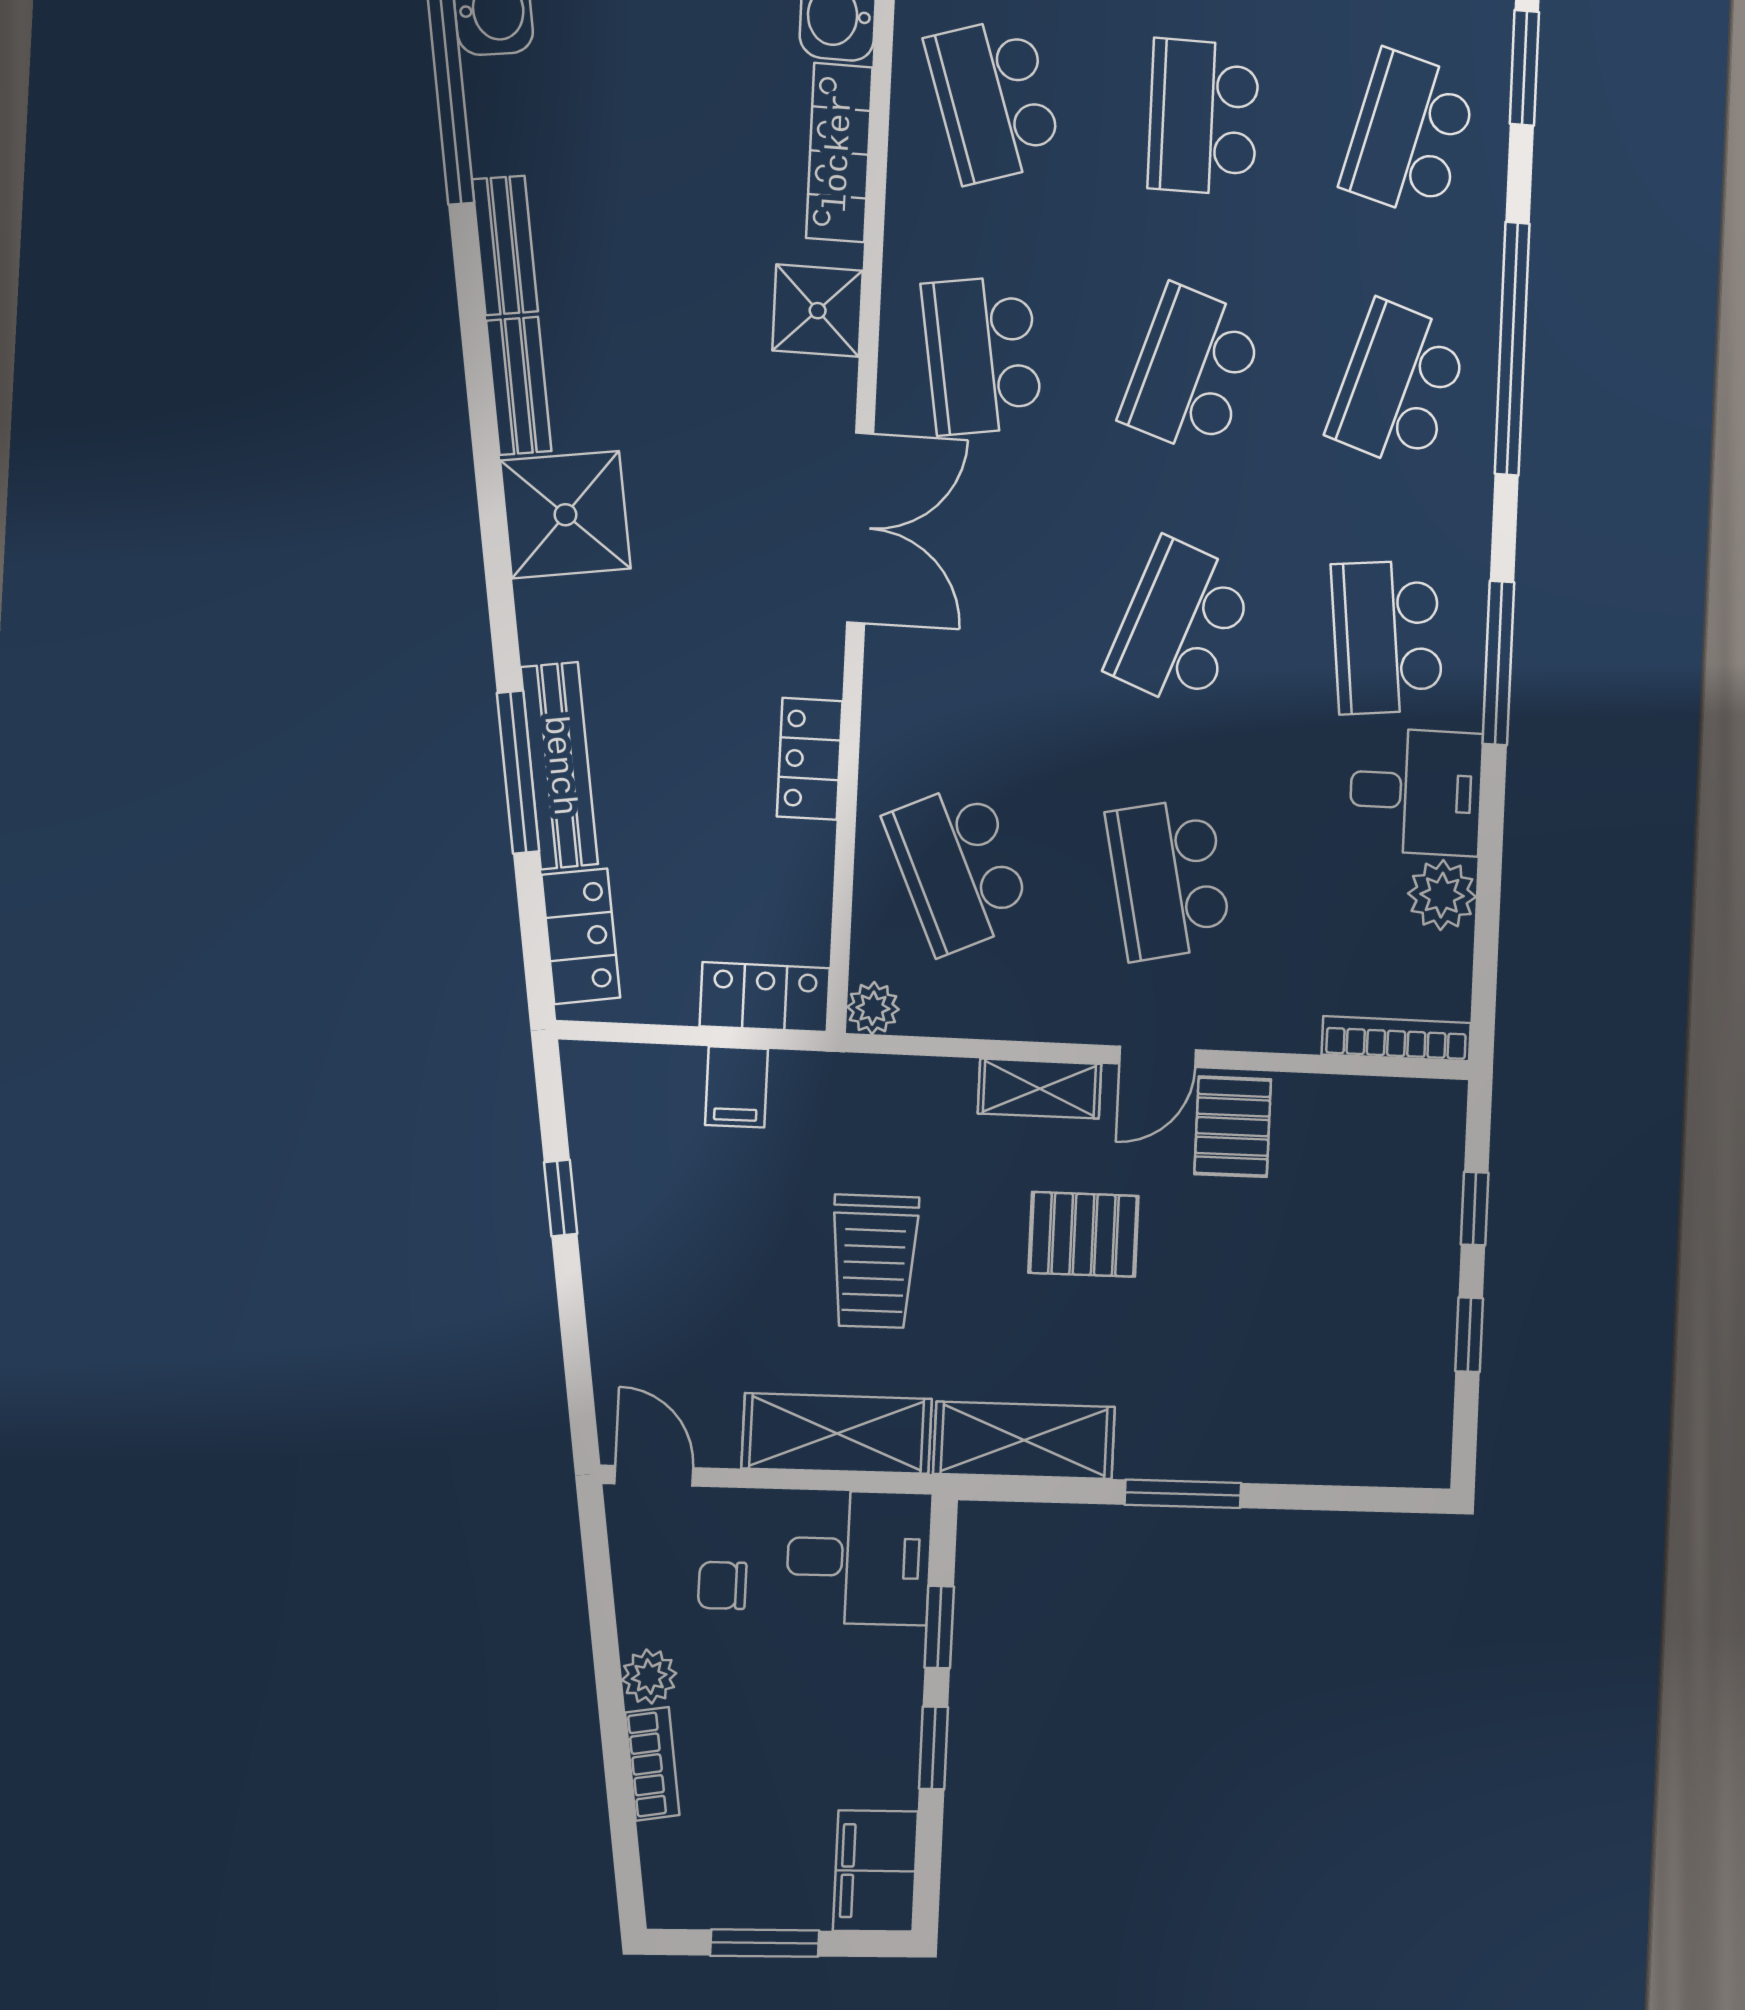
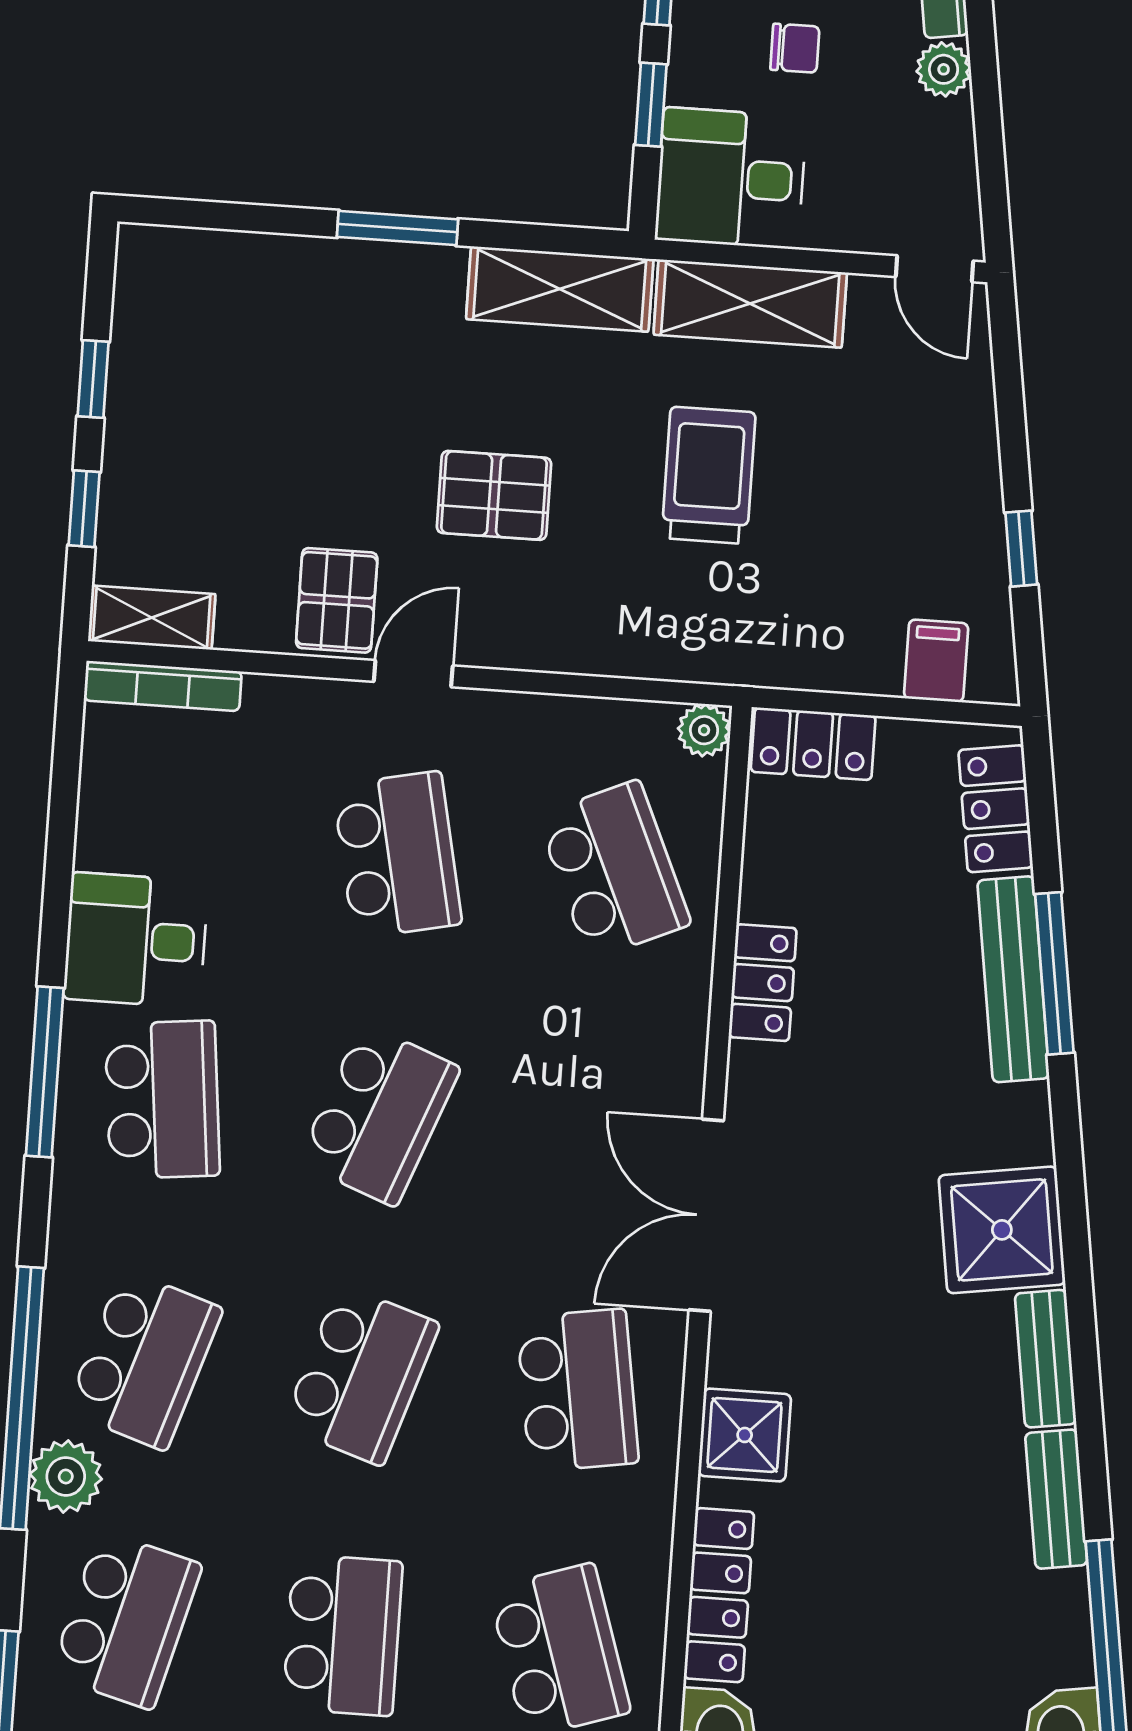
plant: (1442, 895) -> (66, 1476), moved
filing cabinet: (737, 1087) -> (936, 661), moved
shelving: (1040, 1089) -> (152, 618), moved
chair: (722, 1585) -> (795, 48), moved

